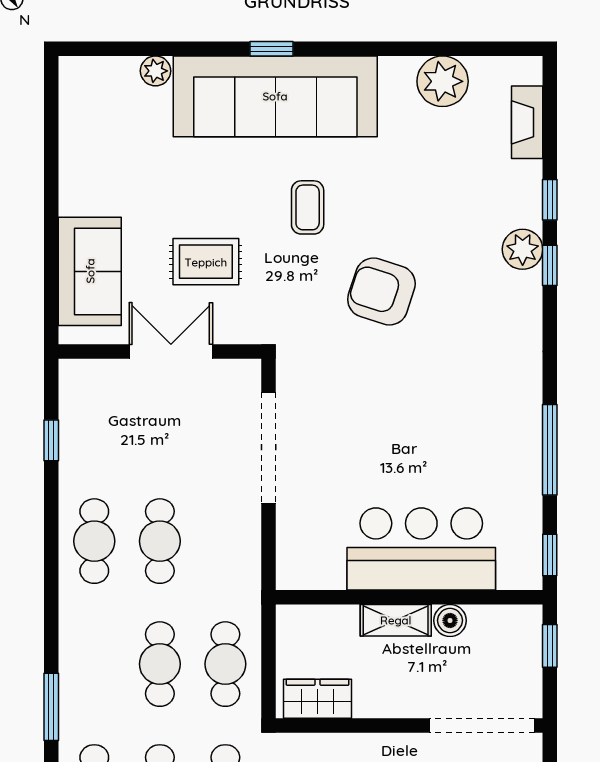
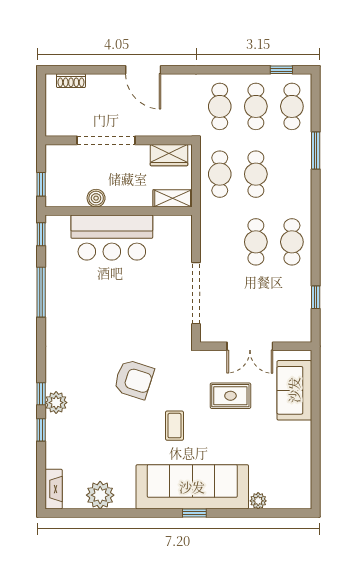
fireplace: (527, 122) -> (54, 489), moved
shelving: (396, 620) -> (173, 198), moved
doorway: (482, 725) -> (106, 140), moved

